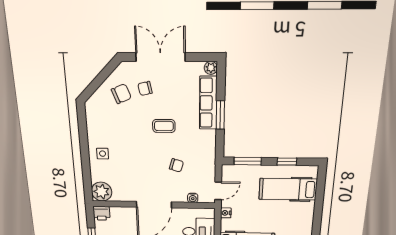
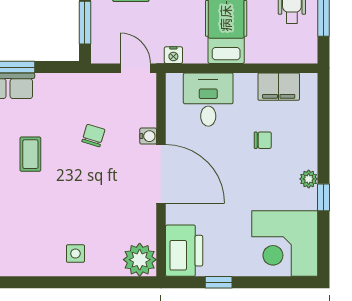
water cooler: (193, 198) -> (148, 136), moved
printer: (101, 213) -> (184, 251), width x1.87, depth x1.48

